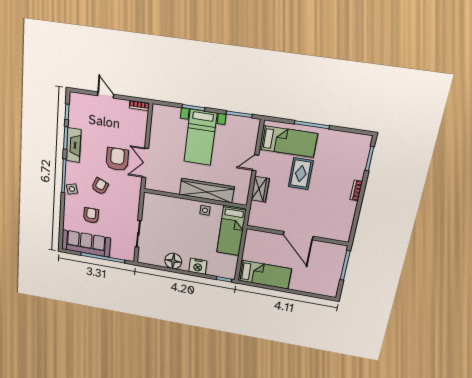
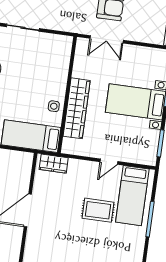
double door: (145, 163) -> (107, 39), swing flipped
door: (255, 163) -> (109, 162), swing flipped
wardrobe: (260, 189) -> (54, 164), moved

